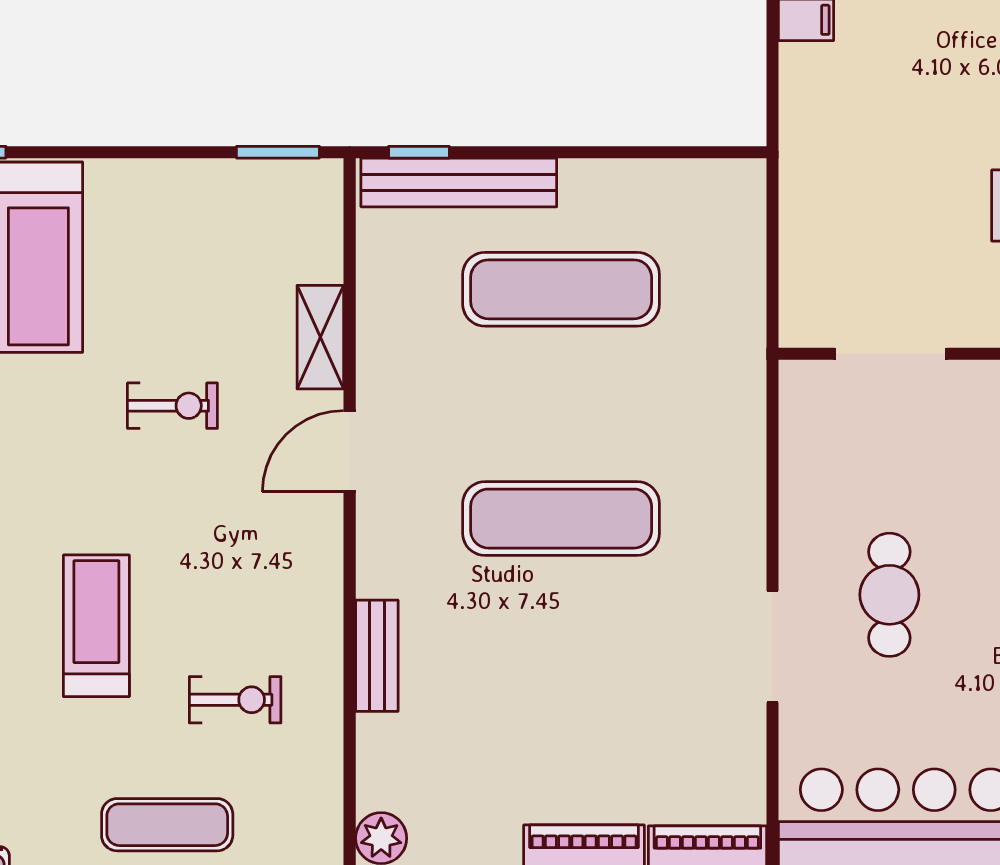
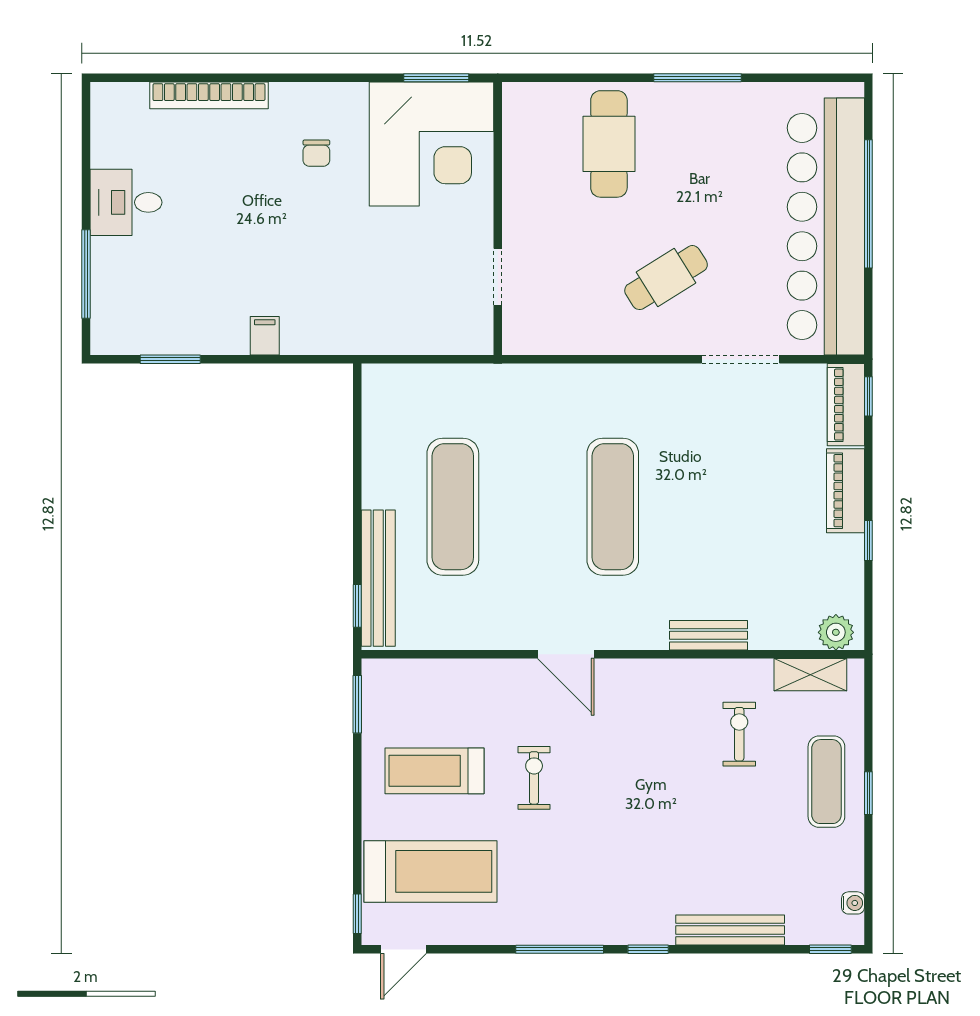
shelving: (320, 337) -> (810, 675), moved
doorway: (891, 354) -> (498, 277), width x0.73
cafe table: (889, 595) -> (666, 278), turned -32
treadmill: (96, 626) -> (434, 771), moved
doorway: (772, 647) -> (741, 359), moved

